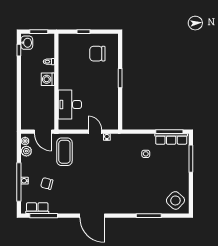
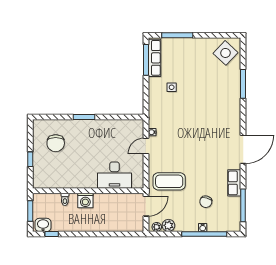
row of seats: (37, 208) -> (234, 183), moved

